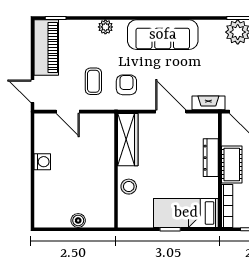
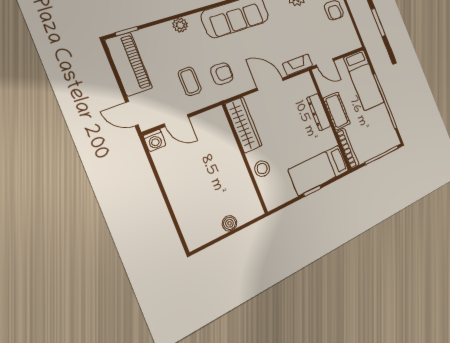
armchair: (126, 85) -> (222, 74), turned 90
washing machine: (42, 162) -> (155, 141), moved, turned 90

